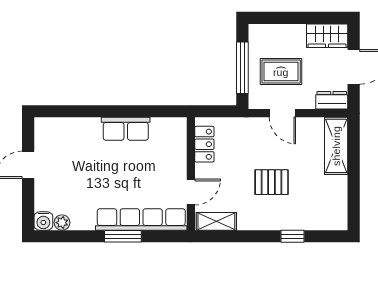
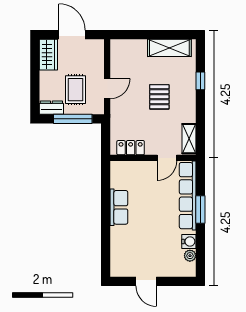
dresser: (332, 100) -> (51, 108), moved, turned 90
shelving: (336, 146) -> (169, 48), moved
door: (191, 192) -> (167, 158), swing flipped
water cooler: (43, 221) -> (189, 241), moved

